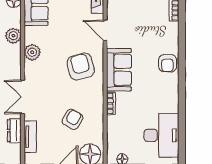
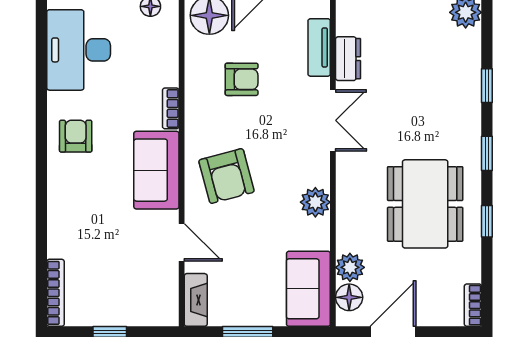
plant: (13, 36) -> (350, 267), moved
armchair: (167, 63) -> (76, 136), moved
armchair: (72, 119) -> (242, 79), turned -121

